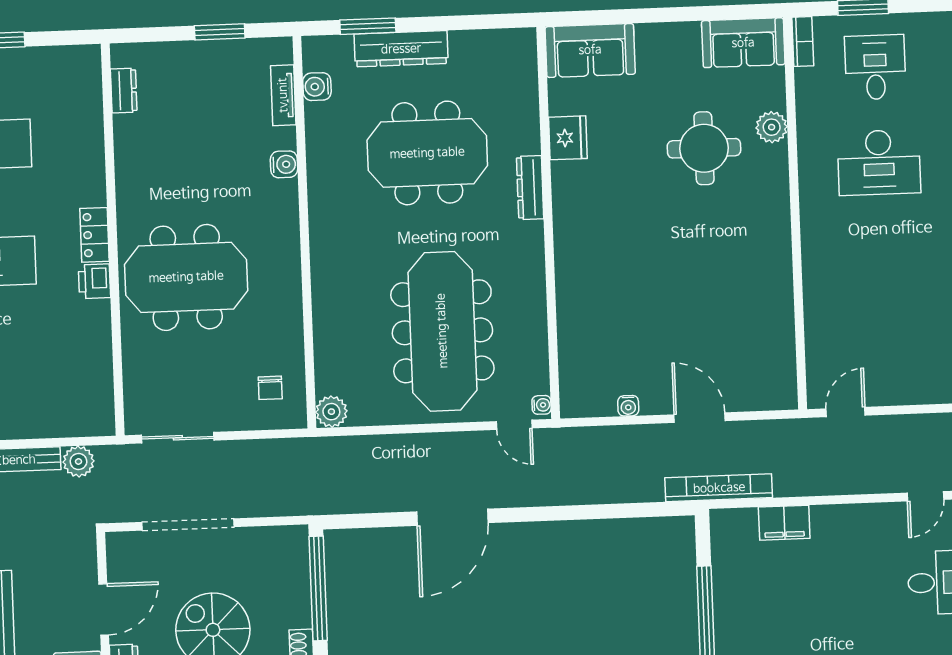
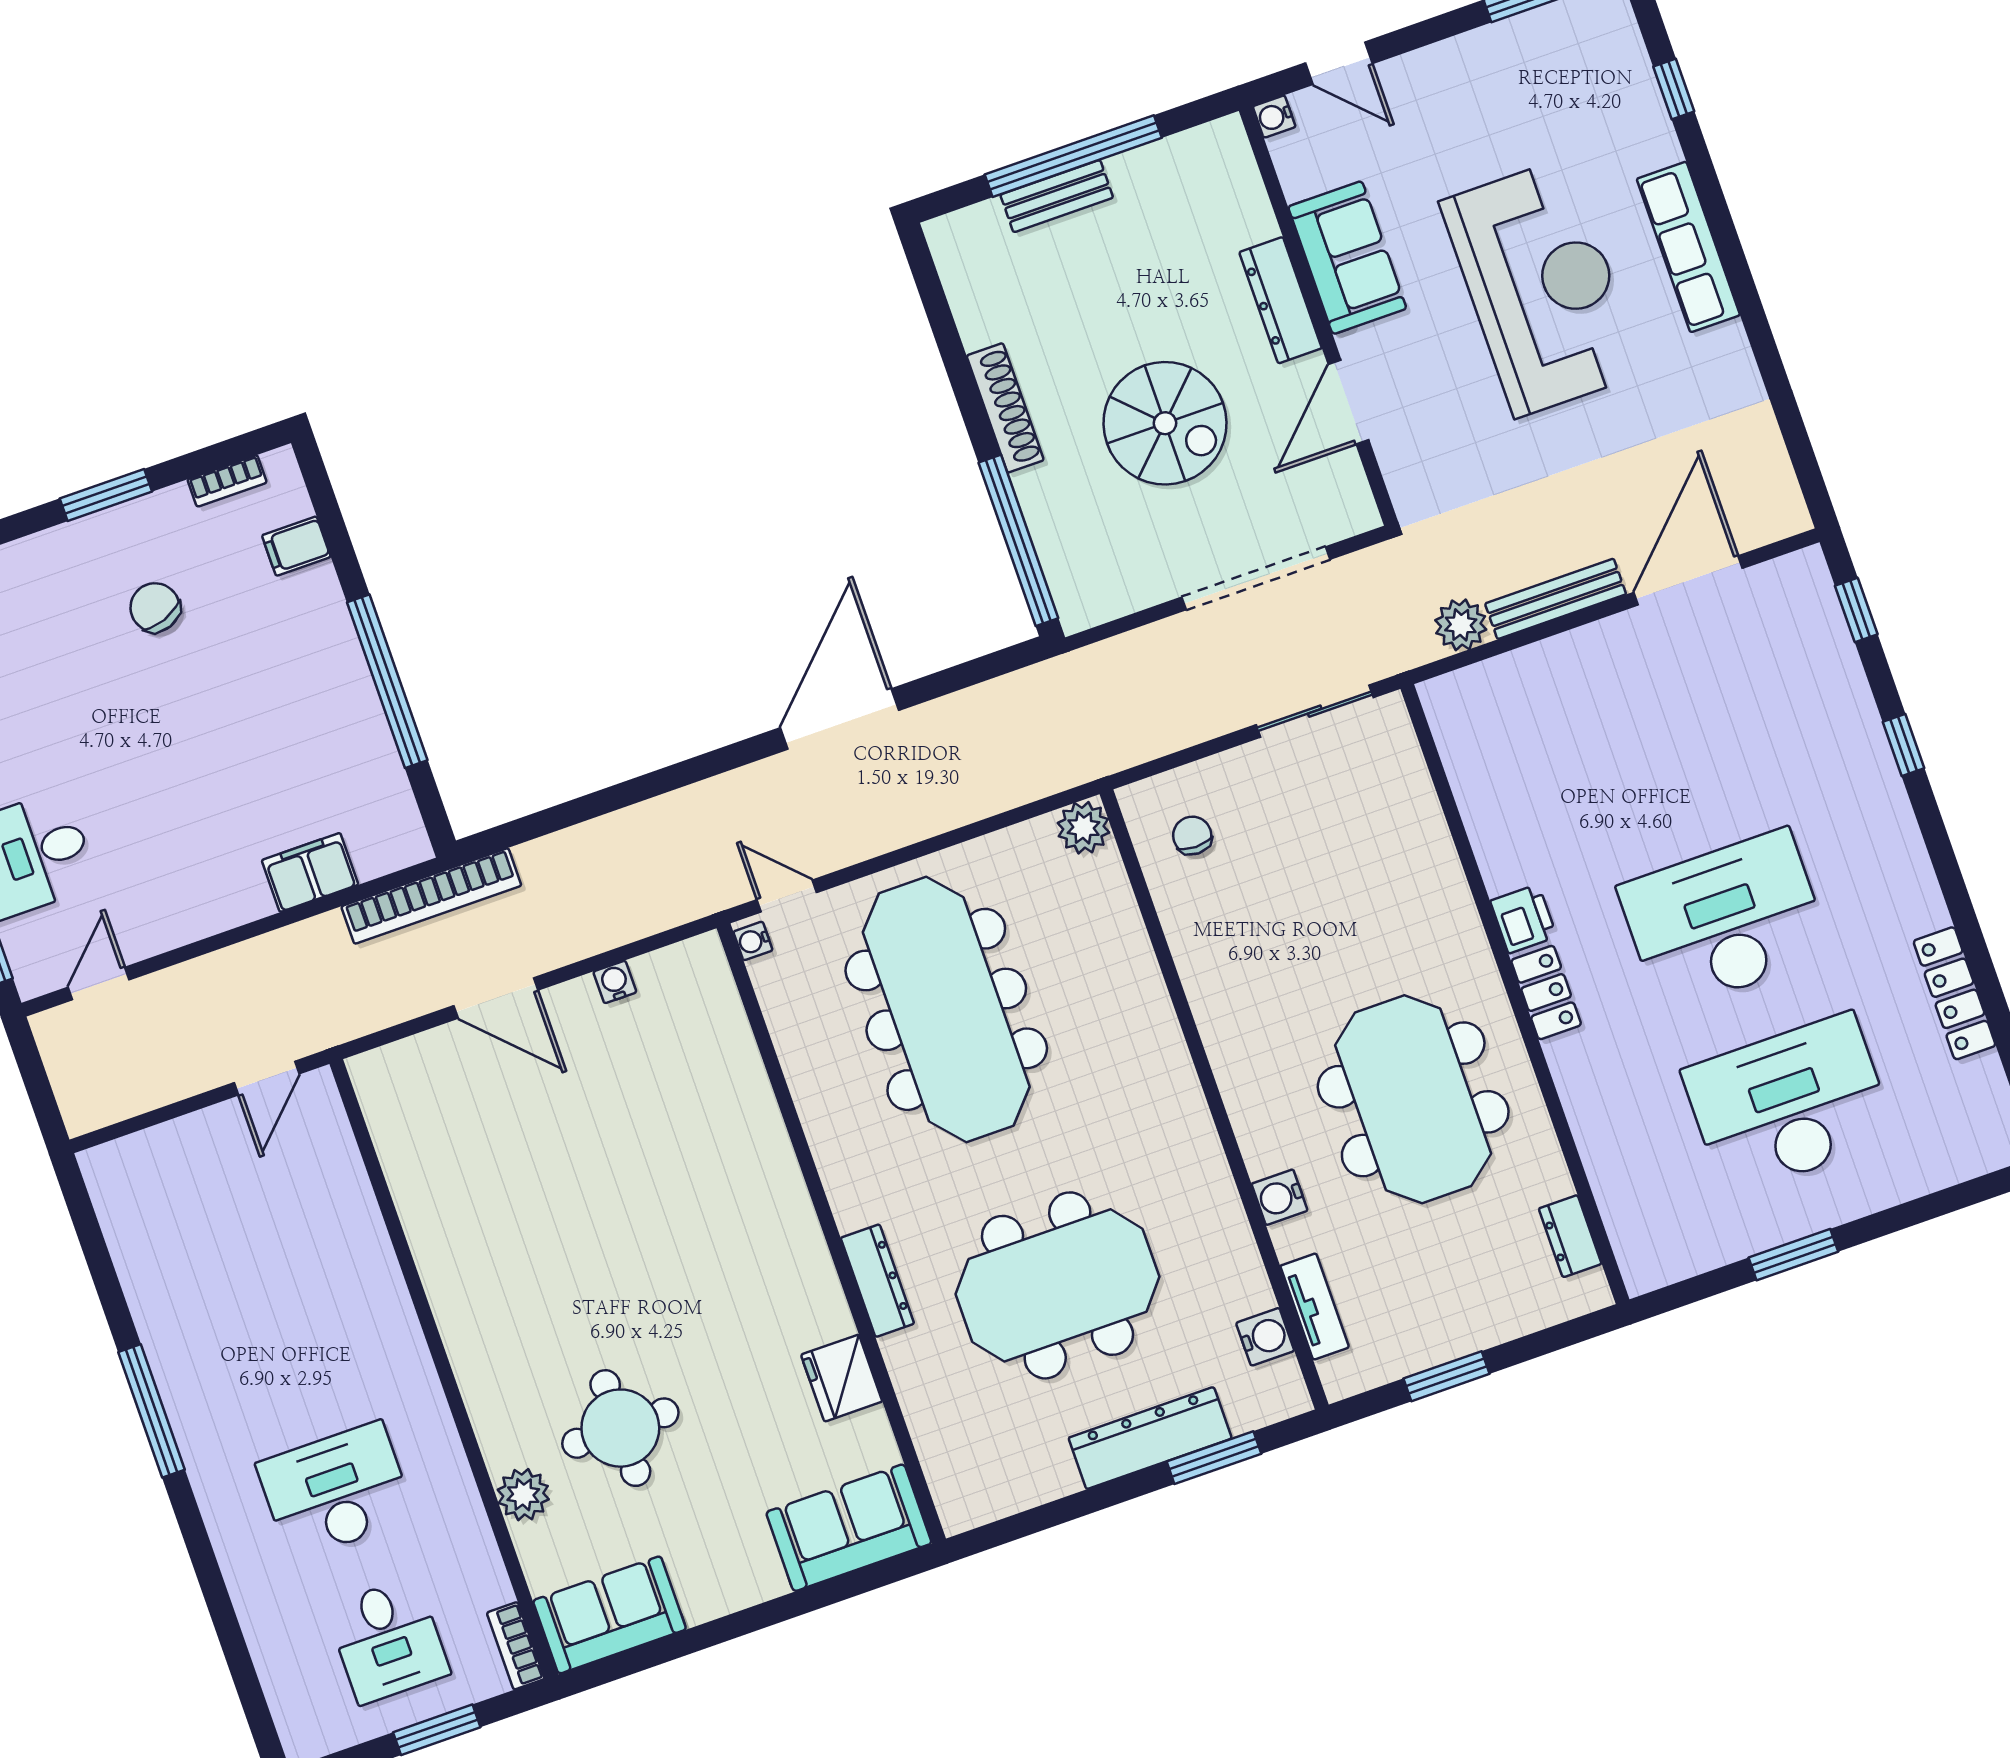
meeting table: (186, 277) -> (1413, 1099), moved, turned 90

